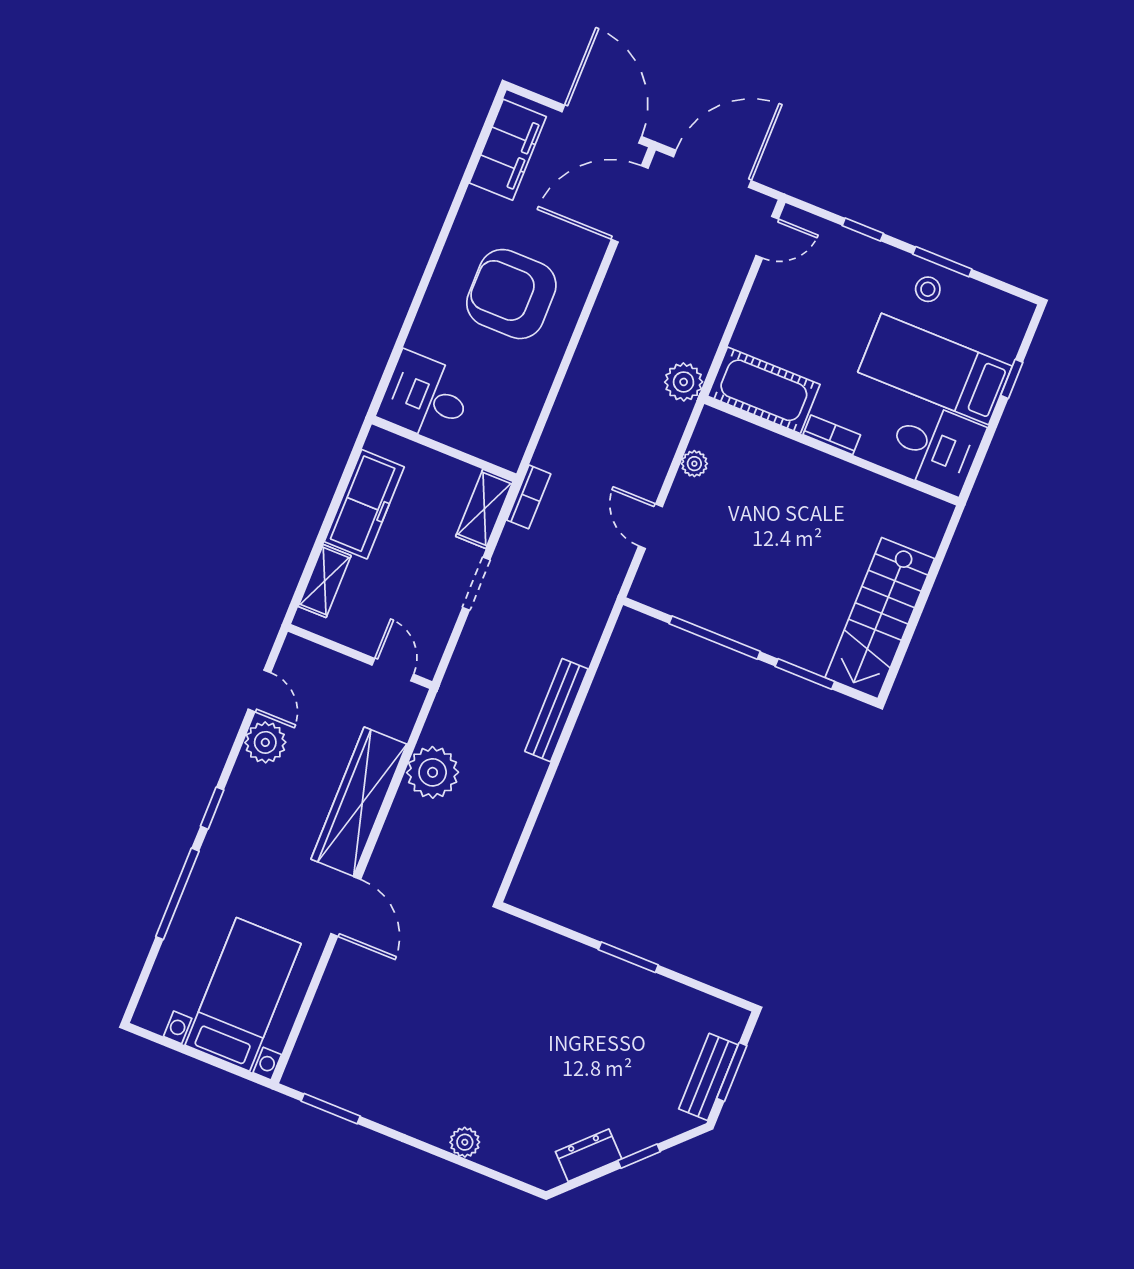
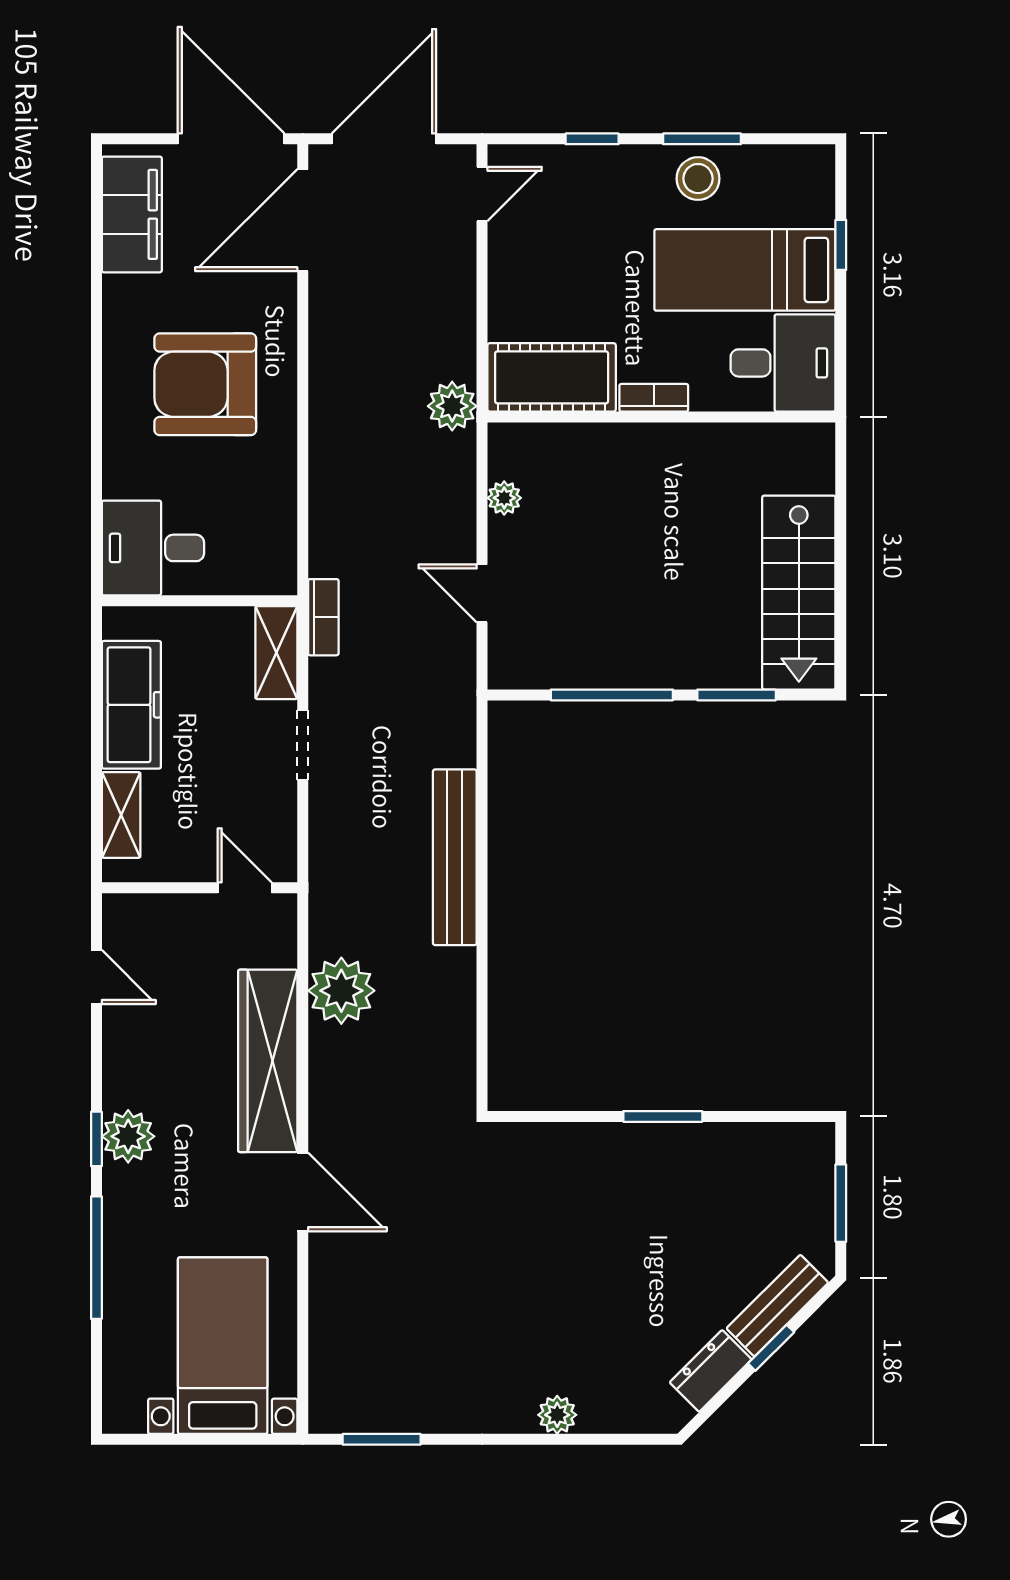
stool: (928, 289) -> (698, 179), width x1.37, depth x1.37
bench: (556, 710) -> (455, 857), width x1.37, depth x1.21
plant: (265, 742) -> (128, 1136), moved
bench: (708, 1077) -> (777, 1306), moved, turned 45

